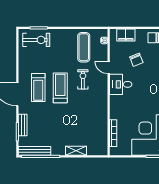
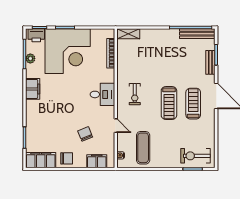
exercise bike: (83, 79) -> (135, 94), moved
desk: (121, 84) -> (102, 94), moved
shelving: (76, 151) -> (128, 34), moved

